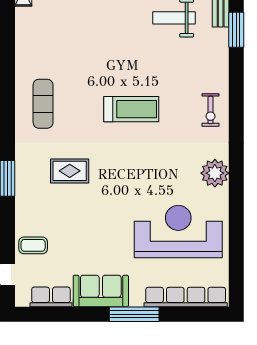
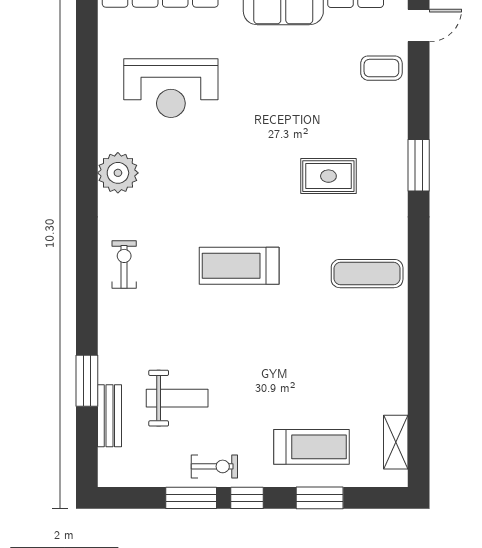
exercise mat: (43, 104) -> (367, 274), turned 90
reception desk: (178, 232) -> (171, 88), width x0.74, depth x0.77

